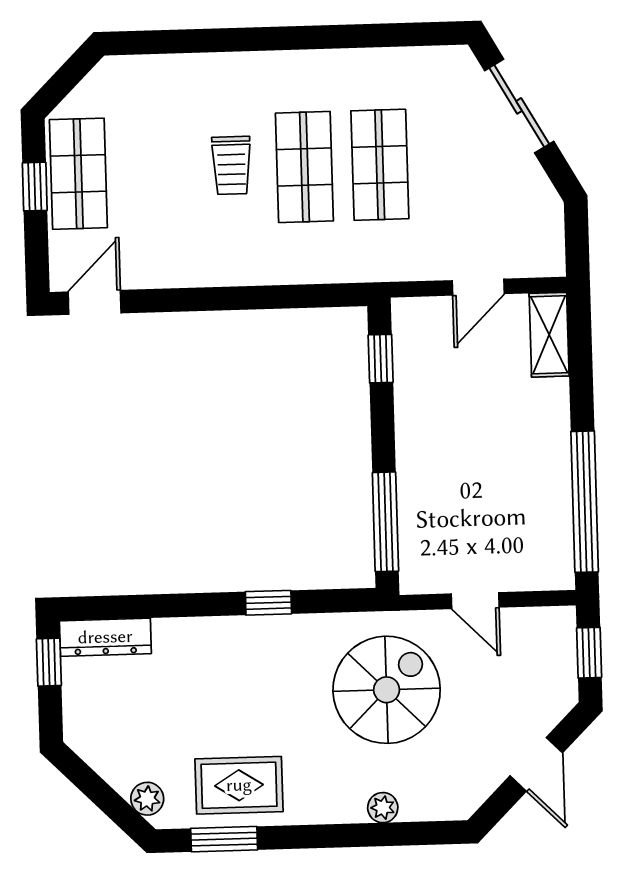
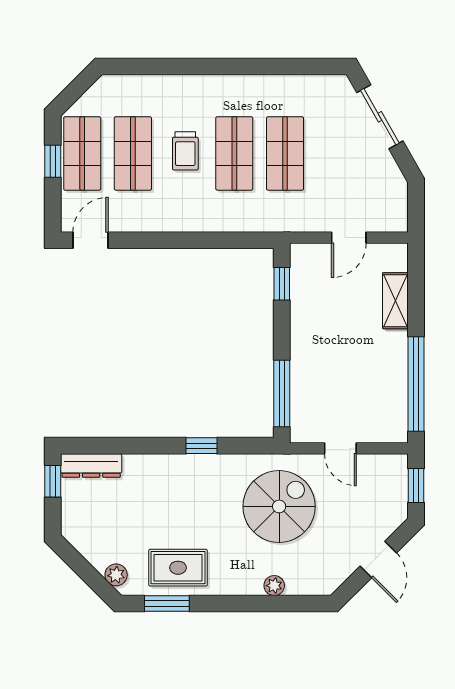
shop shelf: (154, 171) -> (133, 153), added
shelving: (549, 335) -> (395, 301), moved

